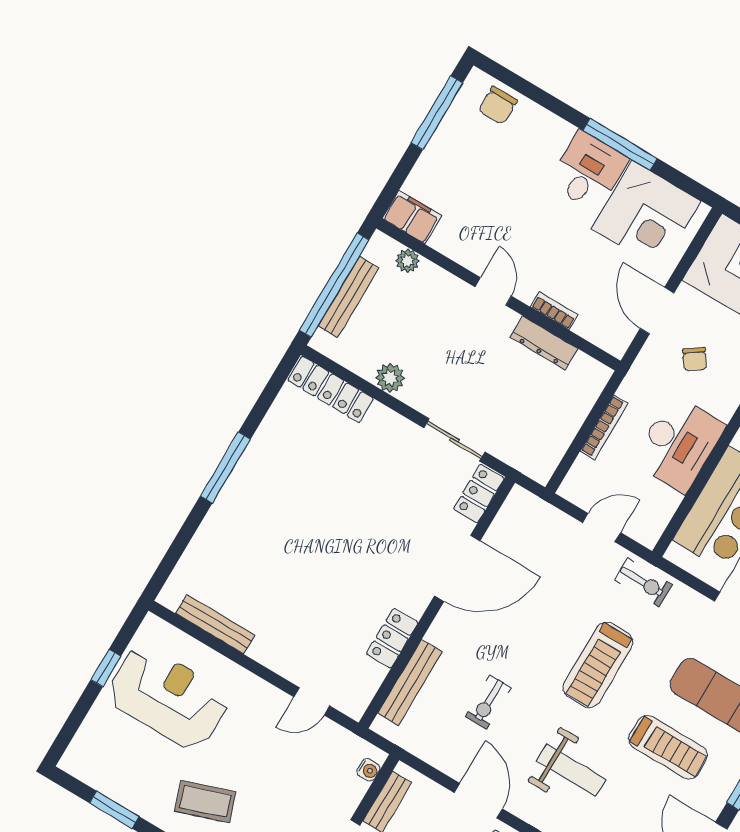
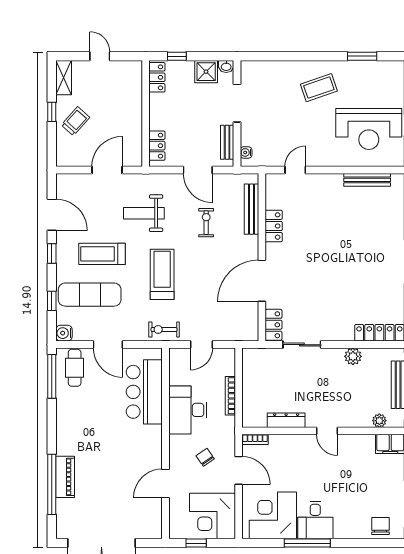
bookcase: (554, 311) -> (255, 439), moved
door: (478, 801) -> (198, 170), moved

